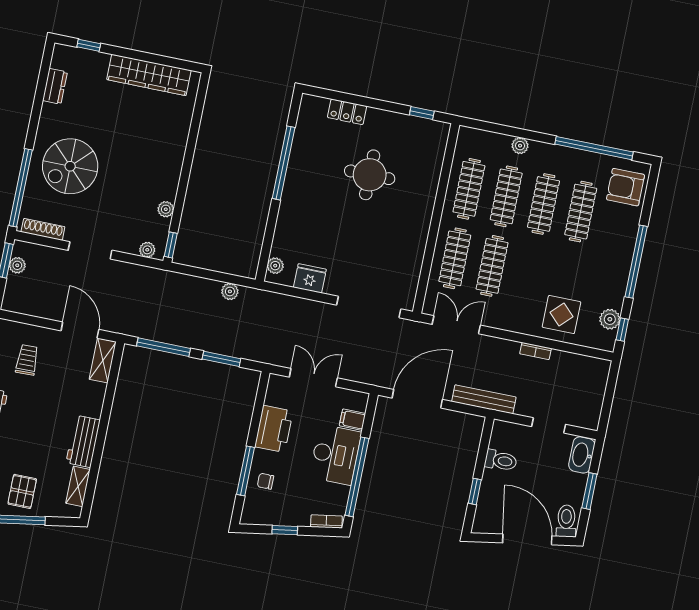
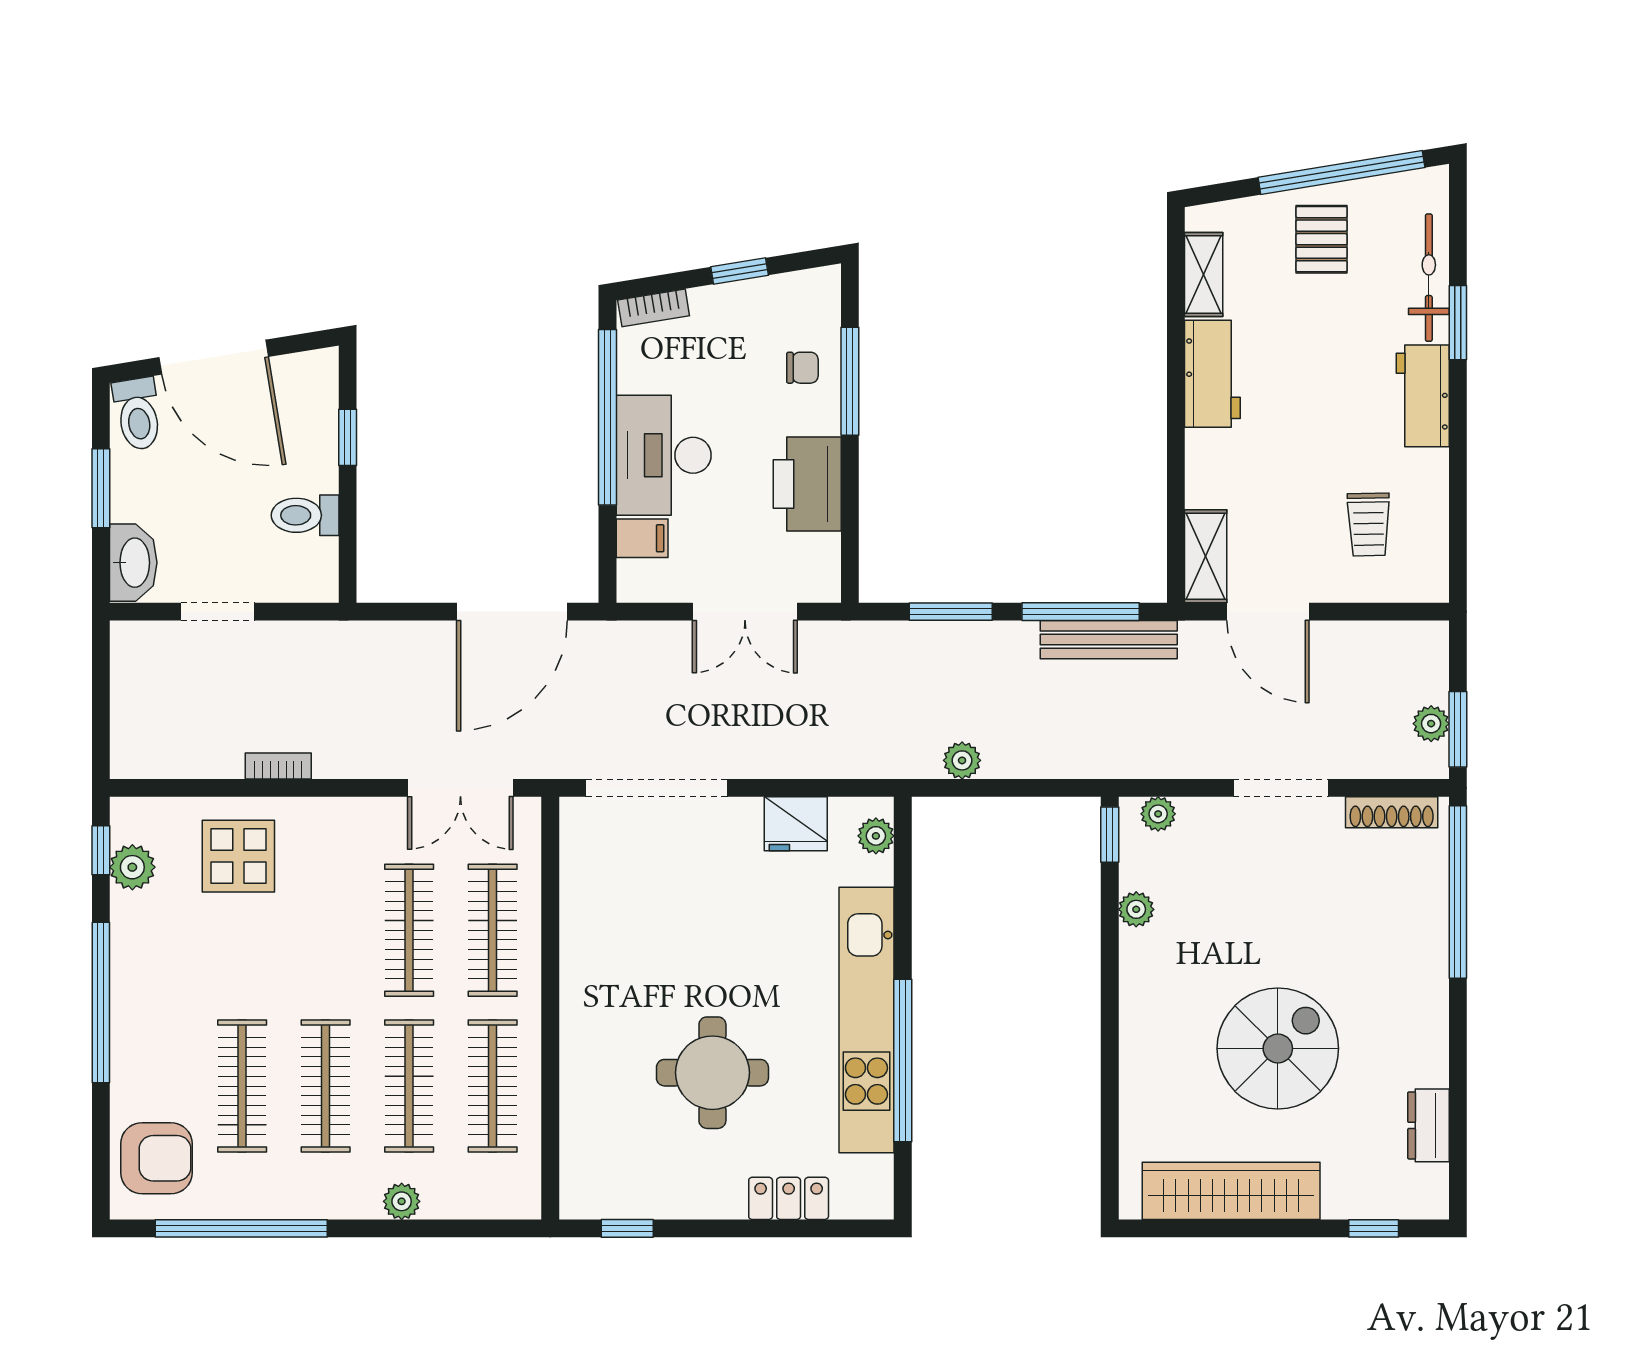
spiral stairs: (70, 166) -> (1278, 1048), moved
kitchen unit: (296, 184) -> (866, 1020), added
bench: (484, 399) -> (1109, 640), moved

